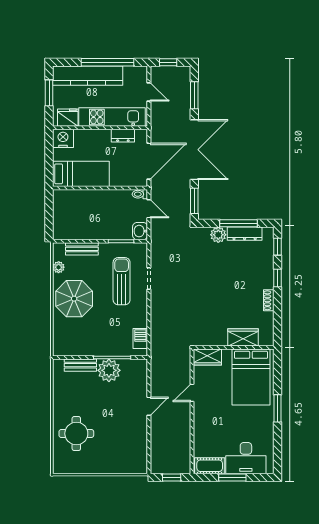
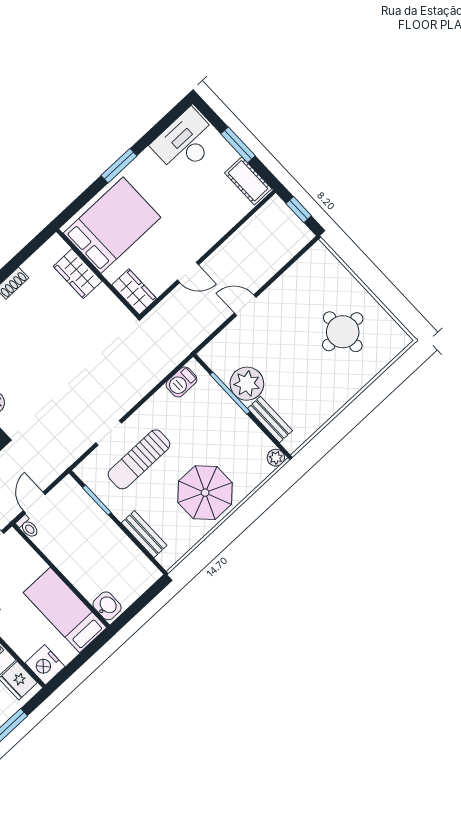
washbasin: (140, 231) -> (107, 606), moved, turned -90
plant: (59, 267) -> (276, 458), moved
round table: (76, 434) -> (343, 332), moved
desk: (246, 458) -> (186, 142), moved, turned -90

